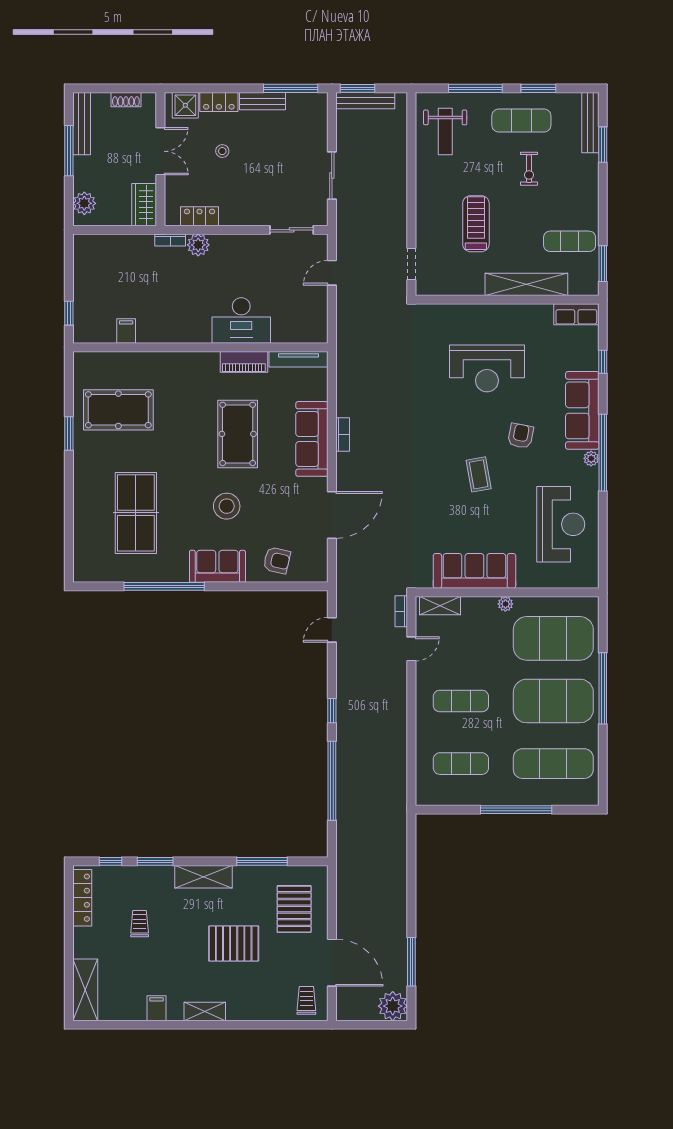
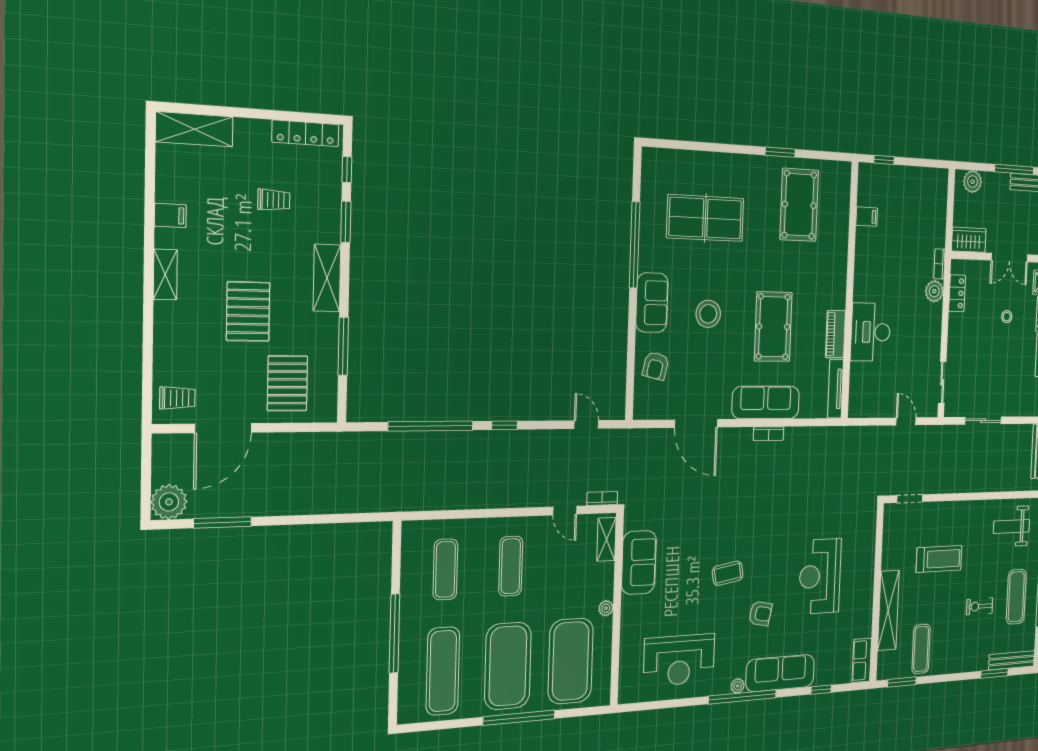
pool table: (238, 434) -> (773, 327), turned 90
sofa: (474, 571) -> (639, 562), width x0.73
pallet: (294, 909) -> (287, 383), turned 90

